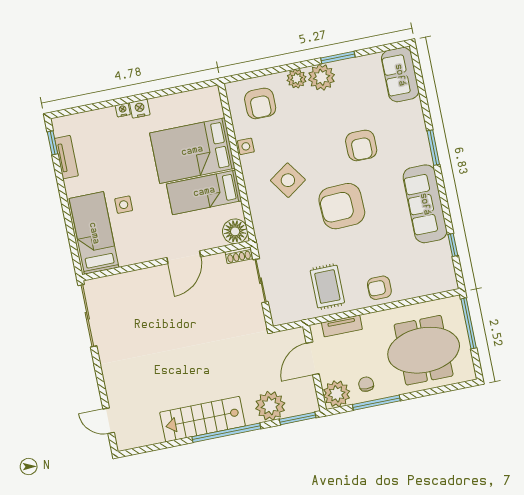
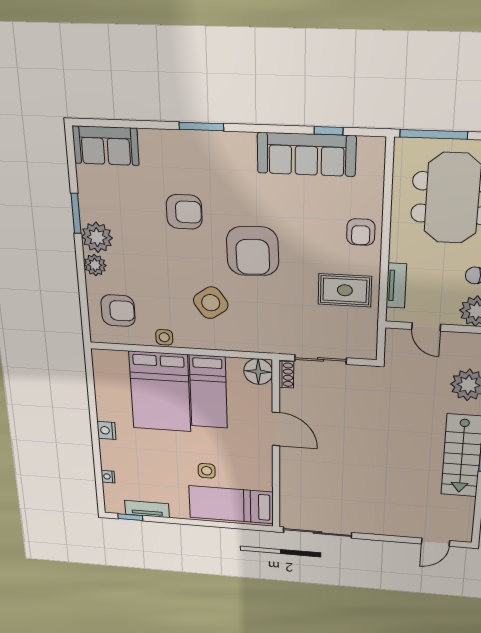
nightstand: (123, 110) -> (108, 477), moved
sofa: (425, 204) -> (306, 154), moved
door: (313, 358) -> (426, 327), width x0.73

